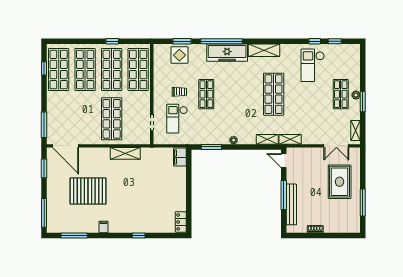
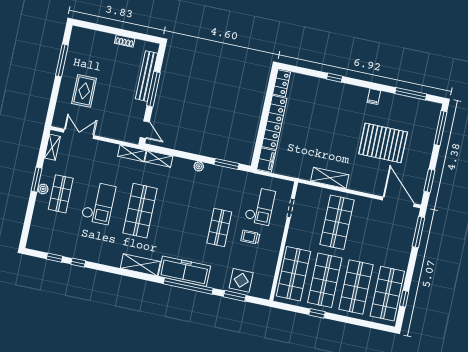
checkout: (313, 65) -> (99, 203), moved
rug: (340, 182) -> (84, 91), width x0.73, depth x0.70
locker: (180, 189) -> (274, 122), added

